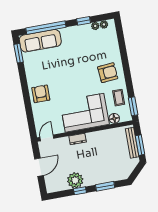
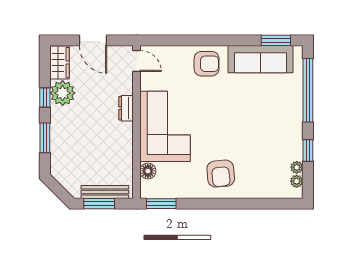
sofa: (40, 41) -> (260, 59), moved, turned -90
coffee table: (119, 98) -> (179, 184), removed
wardrobe: (57, 186) -> (60, 63), added

